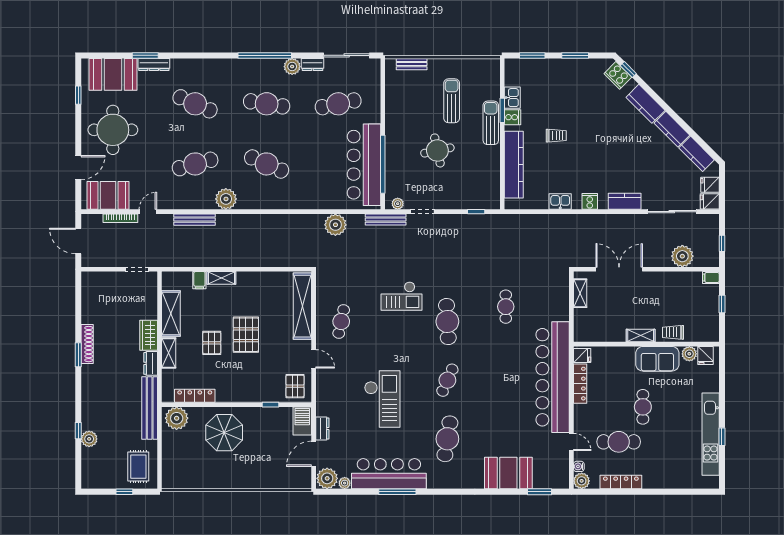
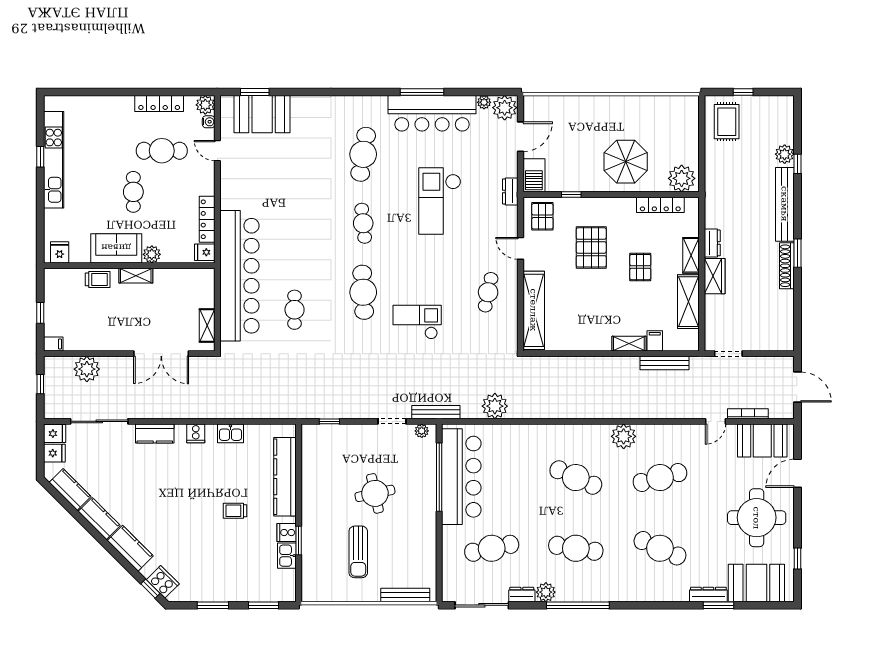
bench: (412, 64) -> (405, 595), width x1.36
sun lounger: (491, 123) -> (312, 526), removed
bench: (194, 220) -> (665, 363), moved
pallet: (246, 335) -> (591, 247), moved
plant: (689, 354) -> (152, 254), moved
bar counter: (553, 377) -> (239, 276), moved
cafe table: (447, 380) -> (363, 223), turned -30
bench: (150, 408) -> (785, 204), moved
dresser: (322, 429) -> (510, 191), moved
booth: (508, 473) -> (262, 114), moved

